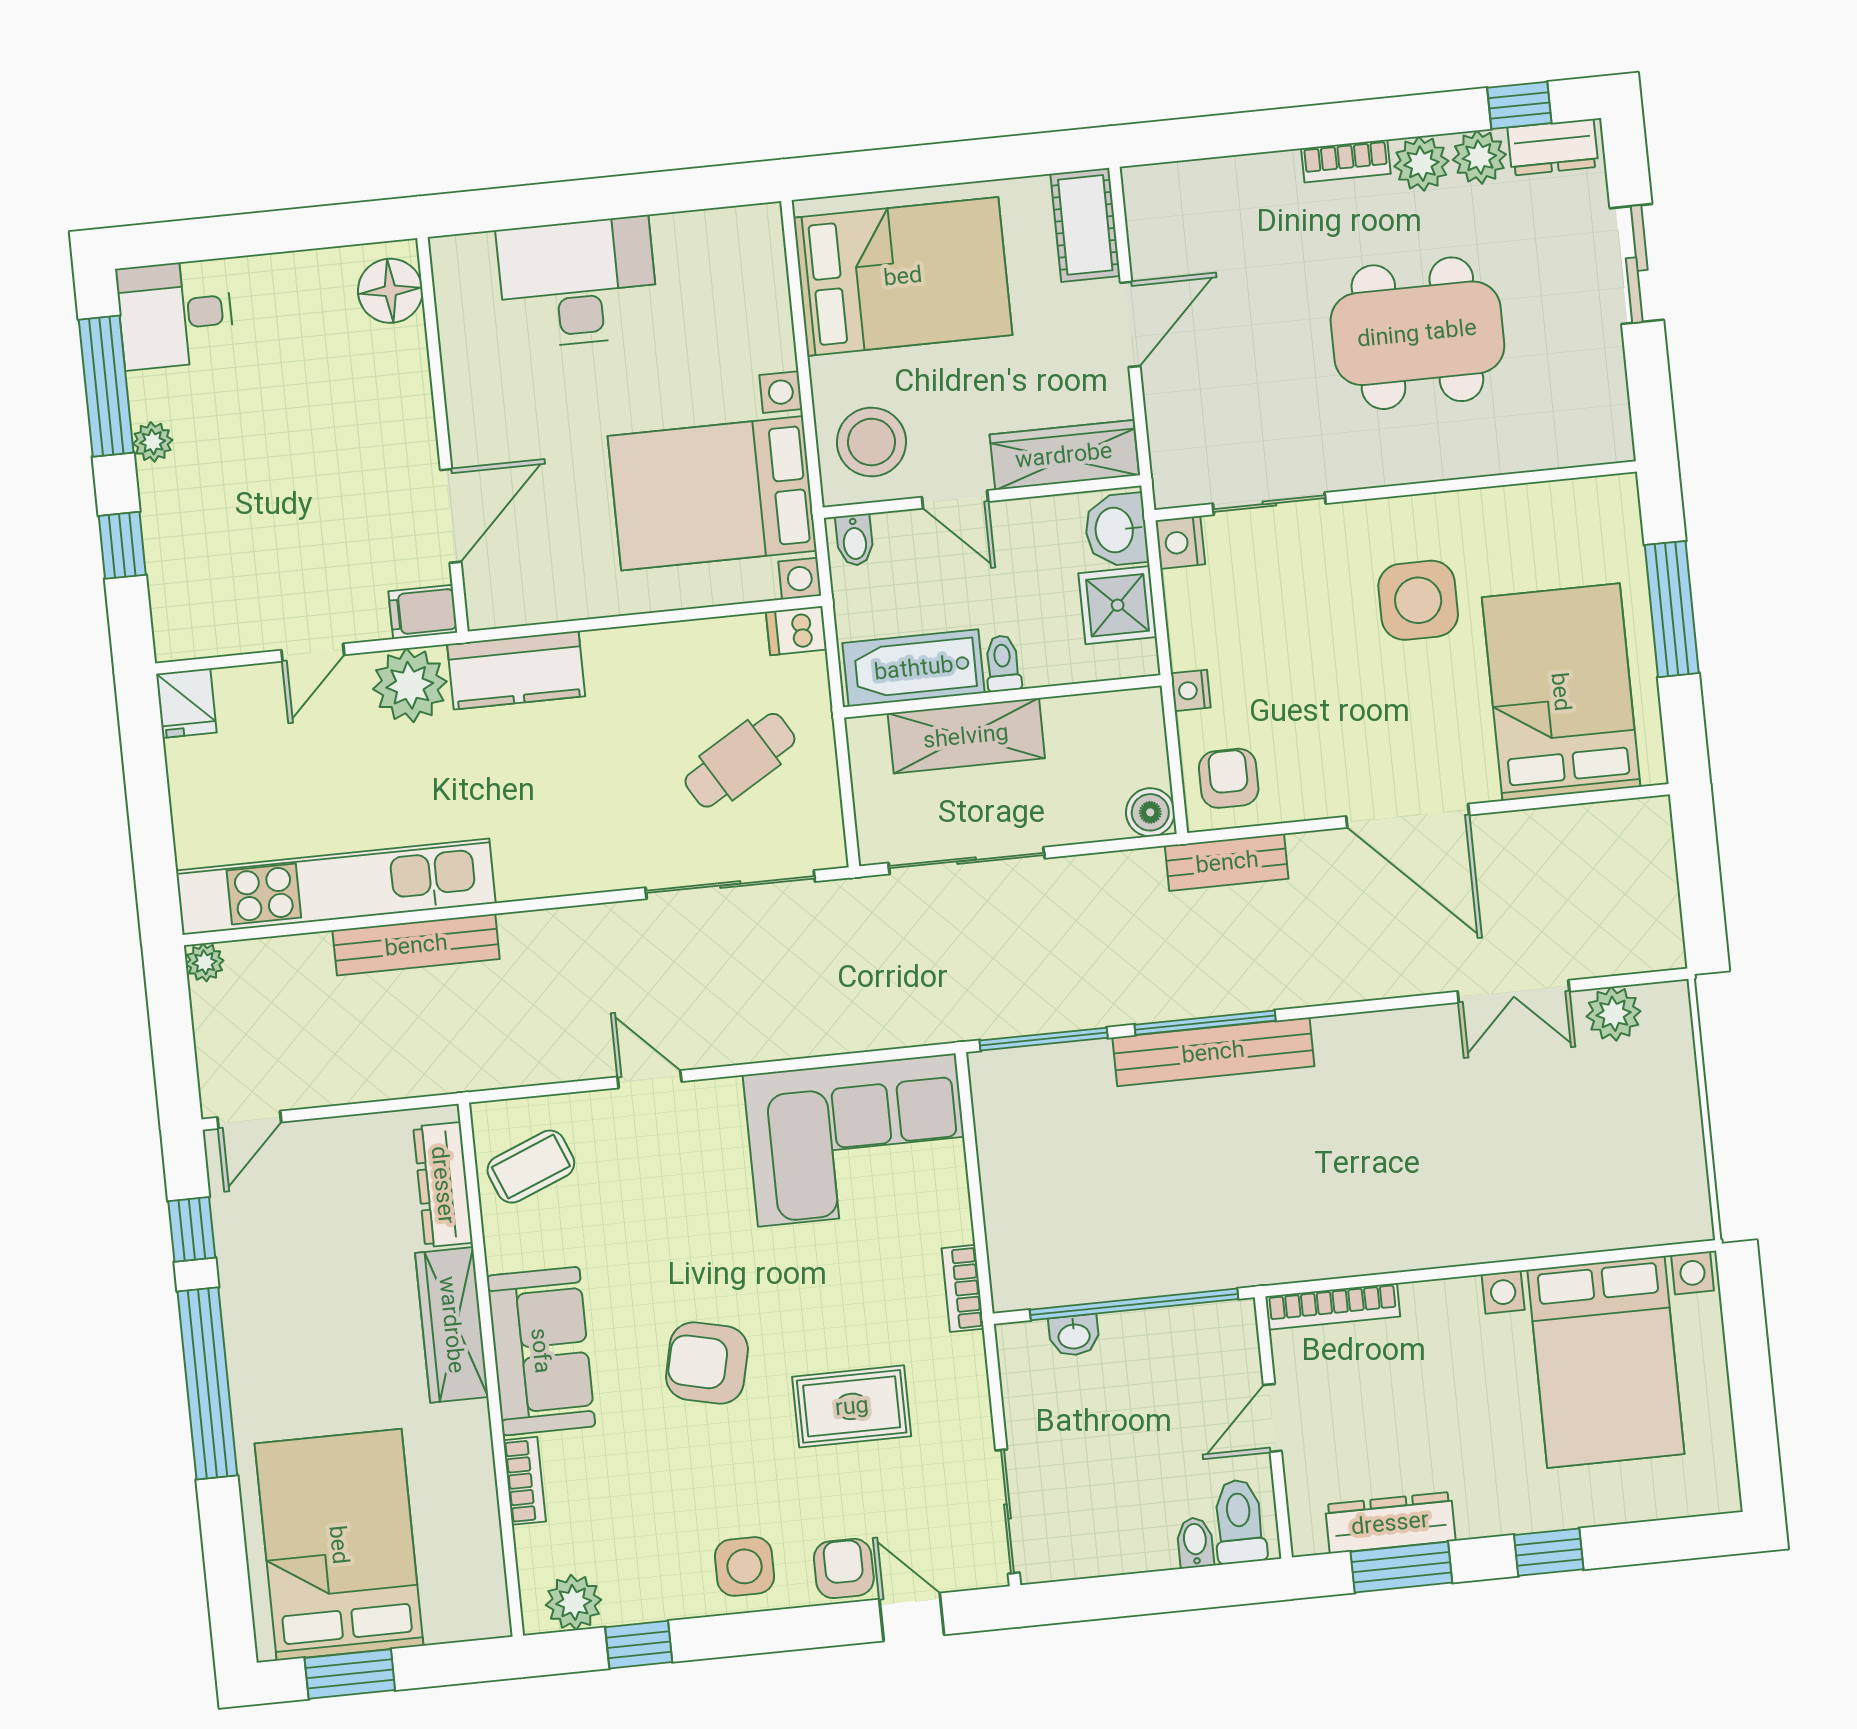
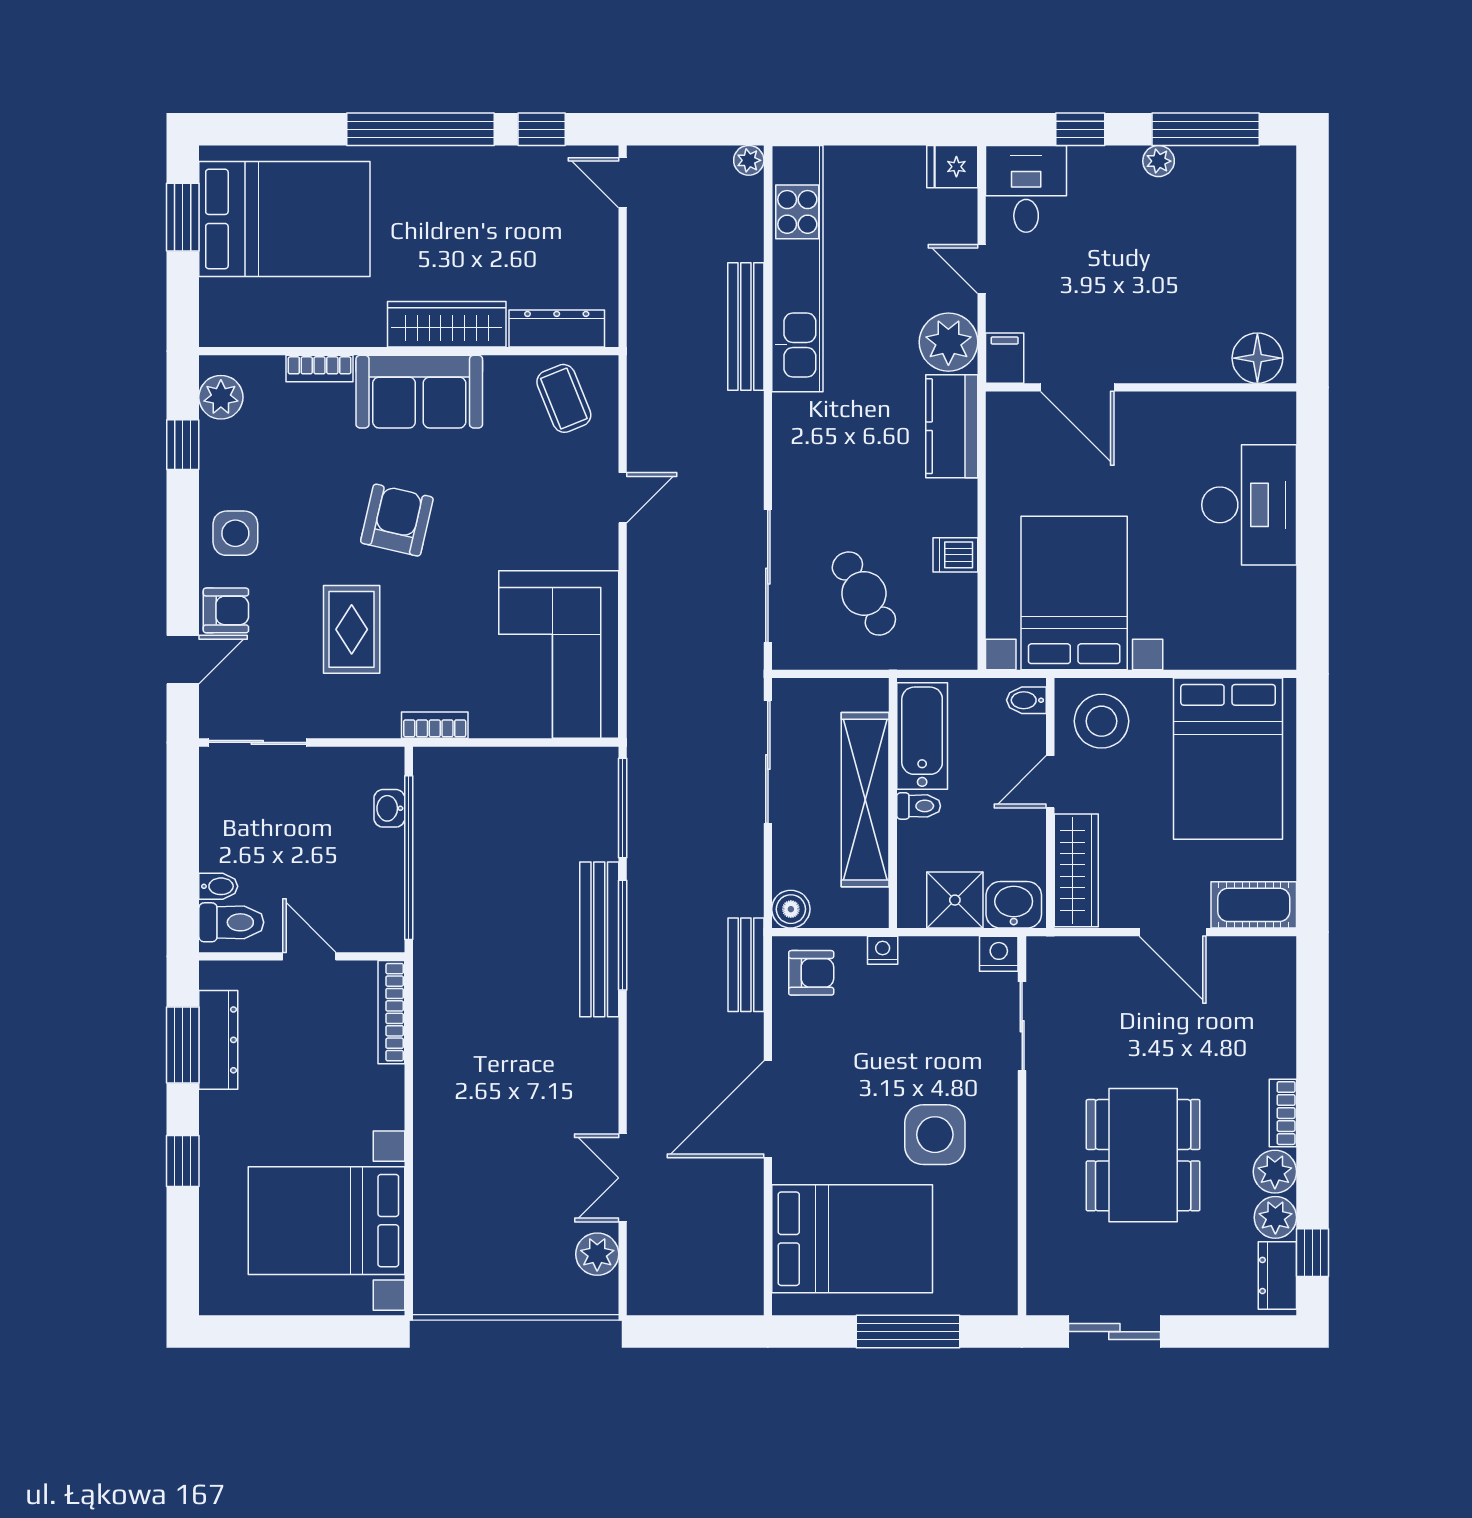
sliding door: (1637, 264) -> (1114, 1332), moved
desk: (175, 314) -> (1026, 189), moved
dishwasher: (796, 631) -> (955, 555), moved, turned -90
shelving: (966, 736) -> (865, 800), width x1.47

